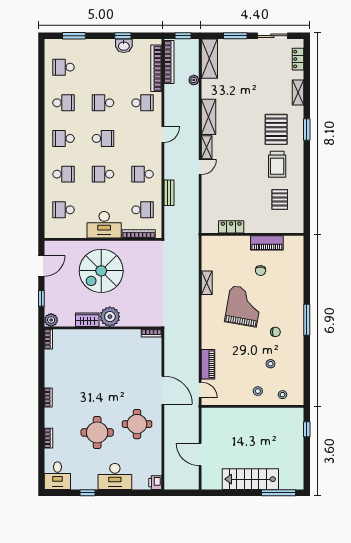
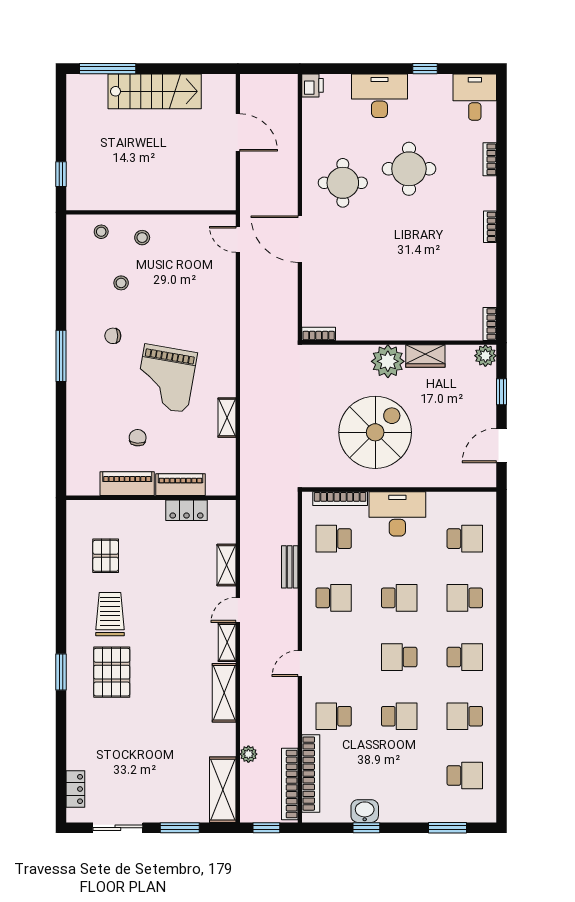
shelving: (298, 92) -> (226, 565), moved
spiral stairs: (101, 271) -> (375, 432), moved
piano: (208, 364) -> (180, 485), moved, turned 90

